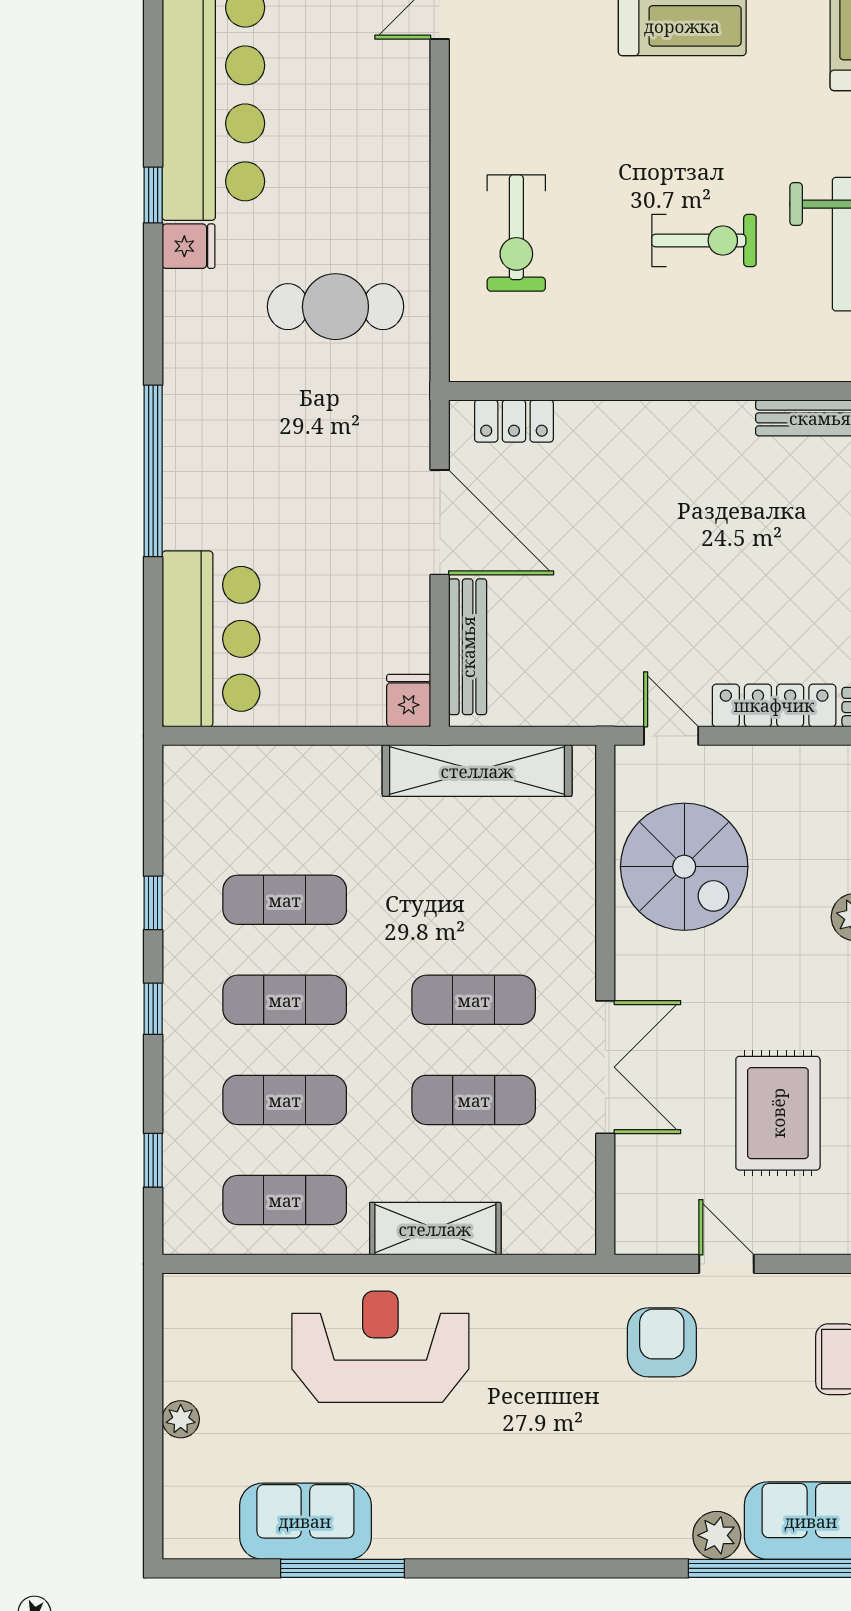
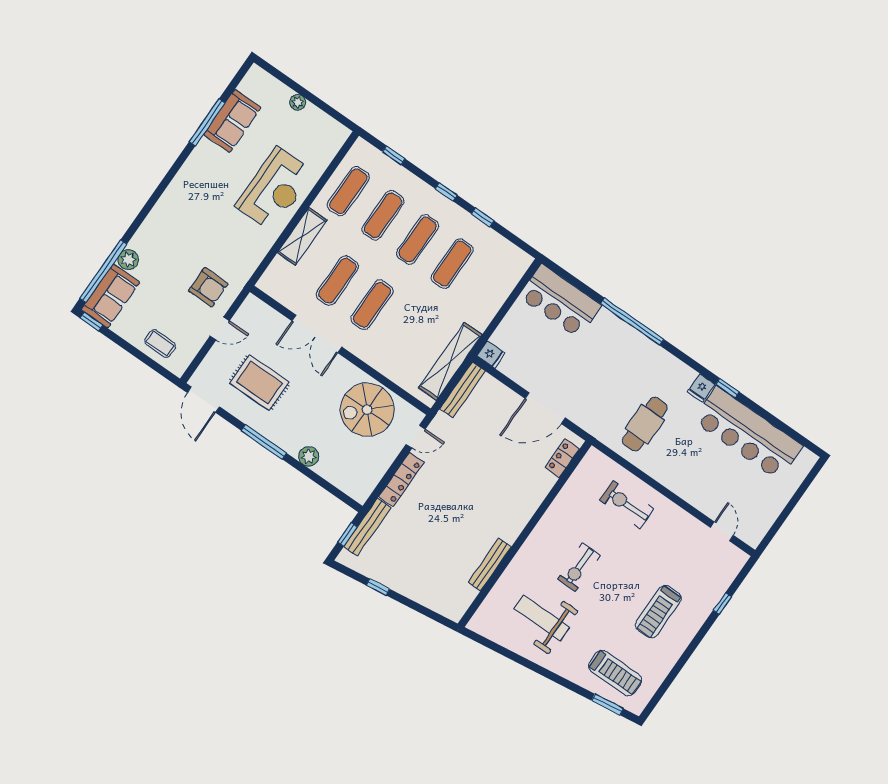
bench: (468, 647) -> (463, 390), moved, turned 90

